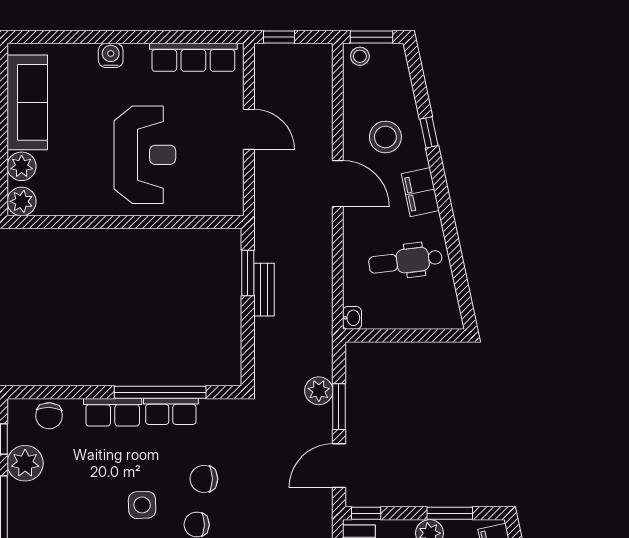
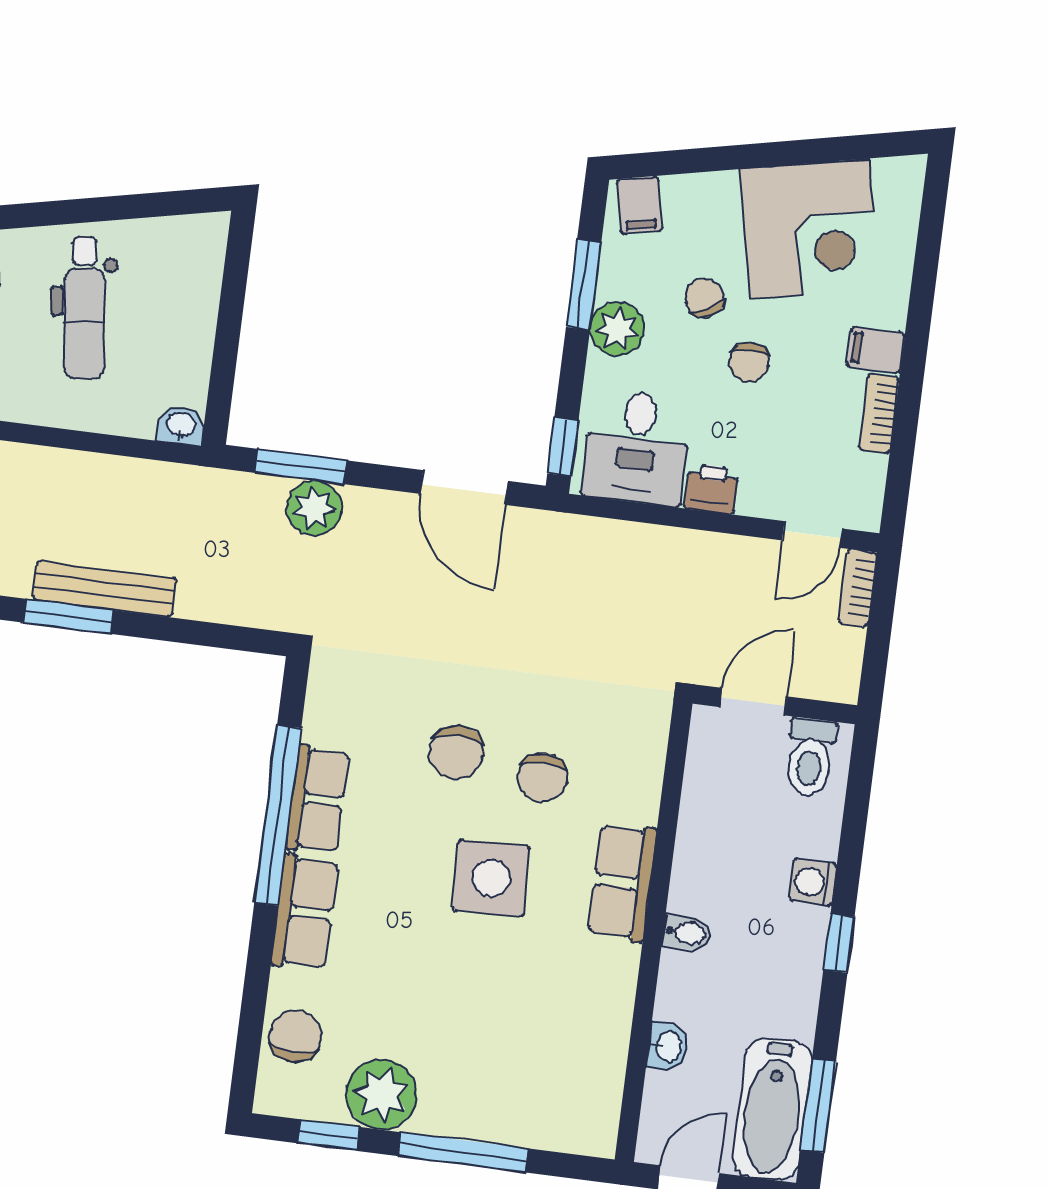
bench: (264, 290) -> (105, 589), width x1.36
window: (339, 407) -> (301, 467), moved
chair: (49, 416) -> (296, 1036), turned -92
side table: (142, 505) -> (491, 878), width x1.37, depth x1.37

